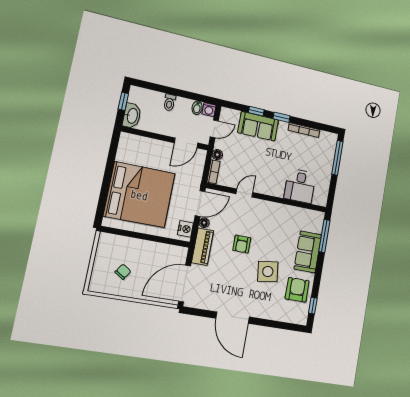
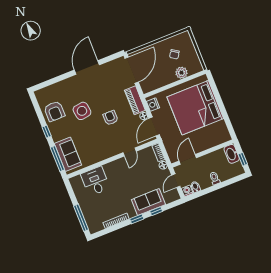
plant: (129, 245) -> (181, 73), added
sofa: (308, 252) -> (68, 154), moved
window: (313, 306) -> (47, 132), moved
door: (233, 318) -> (87, 67), hinge flipped

